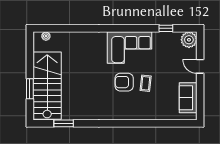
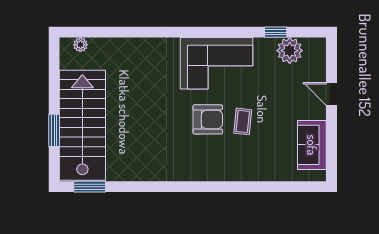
plant: (189, 40) -> (290, 51), moved
armchair: (124, 82) -> (208, 119), turned 180
window: (64, 123) -> (90, 187), moved

